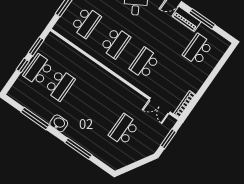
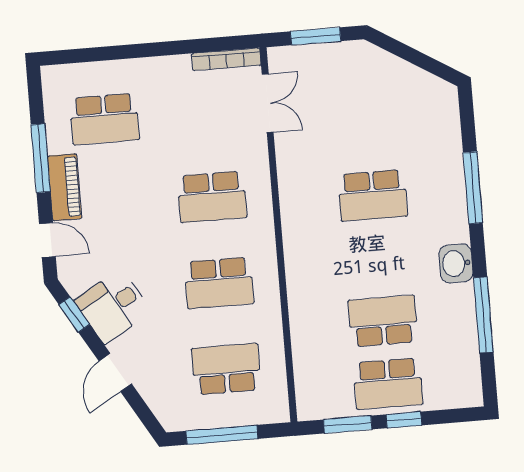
school desk: (115, 43) -> (219, 283), turned 180
school desk: (124, 130) -> (373, 195), moved

